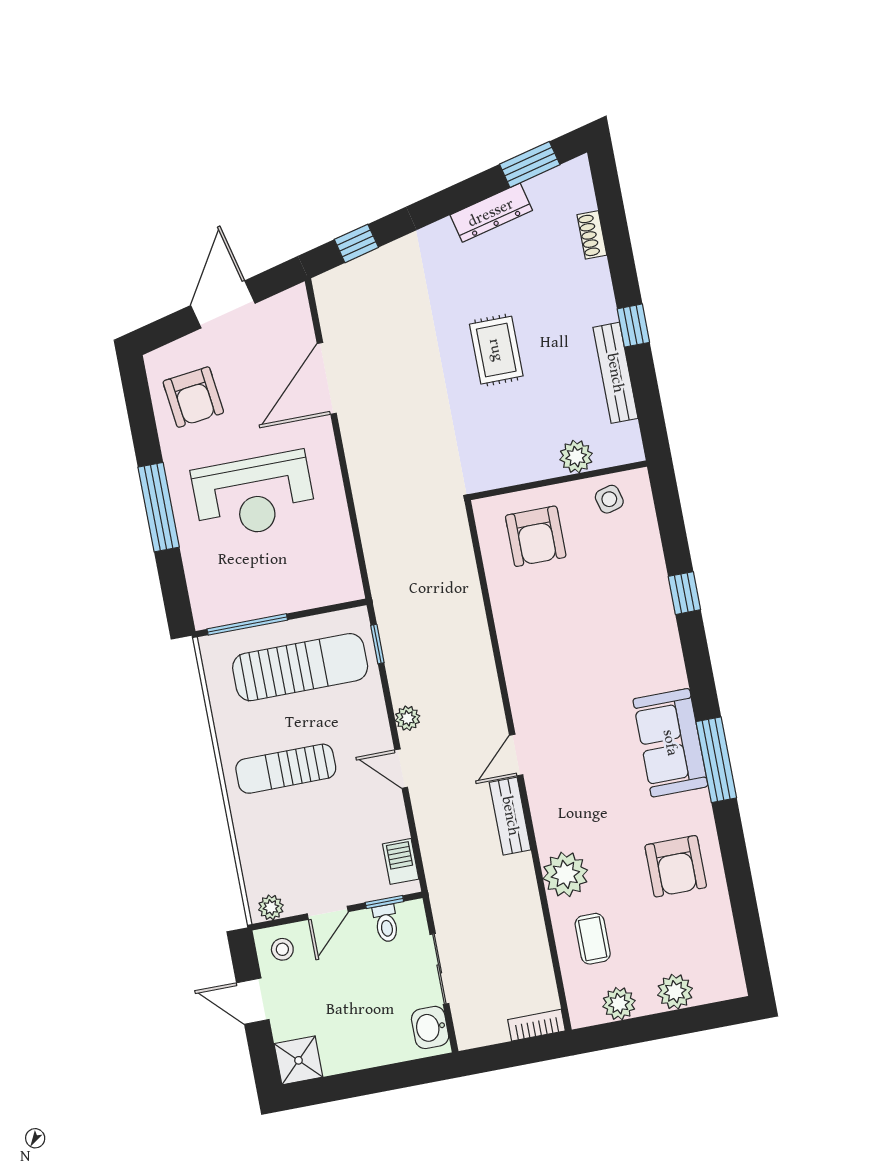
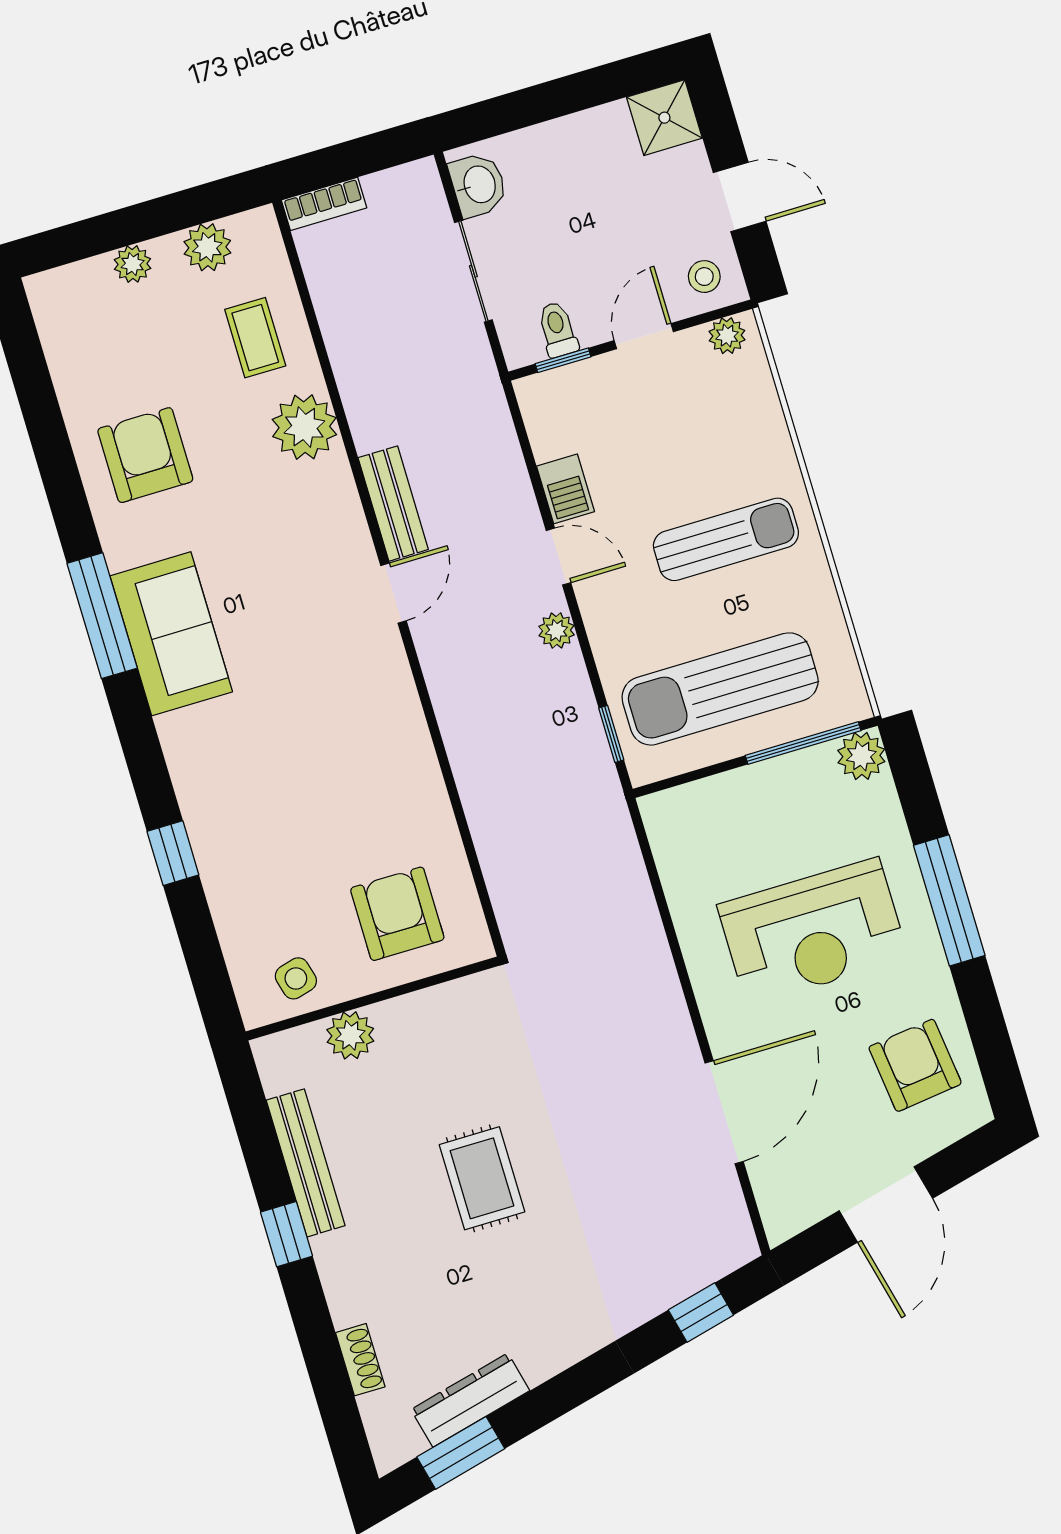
dresser: (491, 213) -> (470, 1400), moved
reception desk: (254, 495) -> (813, 932), turned 180
plant: (209, 612) -> (861, 756), added
barbecue: (401, 861) -> (565, 489), moved
plant: (675, 992) -> (133, 264), width x0.73, depth x0.73

